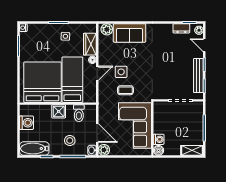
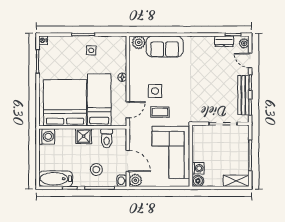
wardrobe: (90, 44) -> (119, 59), removed
door: (97, 73) -> (128, 110), moved
washing machine: (26, 123) -> (47, 136), moved

